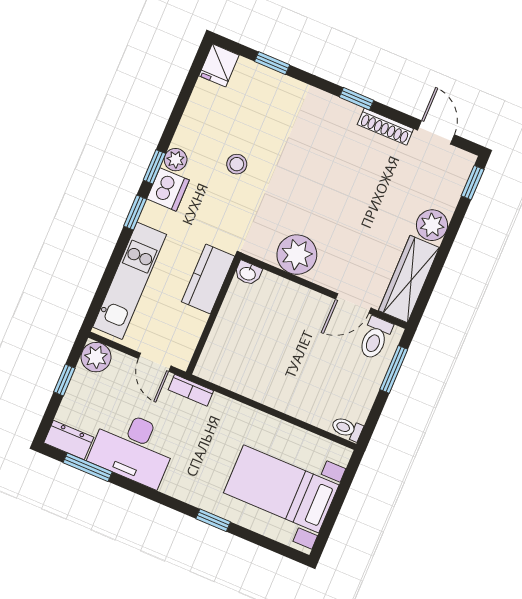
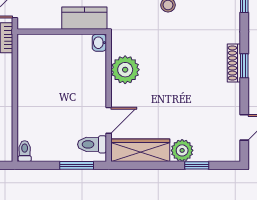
shoe rack: (385, 127) -> (234, 63), moved
window: (473, 183) -> (197, 165), moved
door: (353, 303) -> (109, 120), swing flipped

